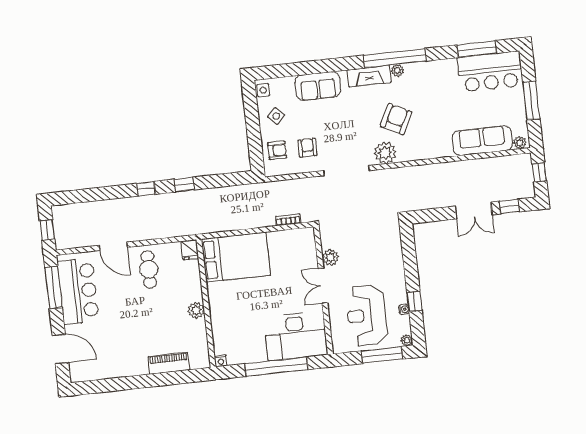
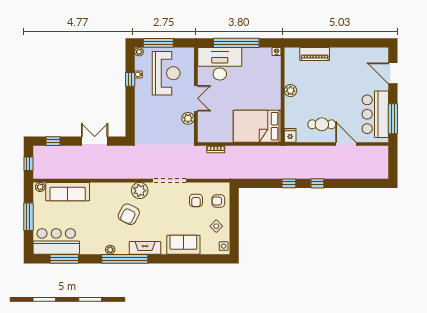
plant: (397, 70) -> (110, 250), moved
double door: (474, 210) -> (95, 141), moved
window: (47, 230) -> (393, 161), removed
cafe table: (149, 269) -> (322, 124), turned 90

